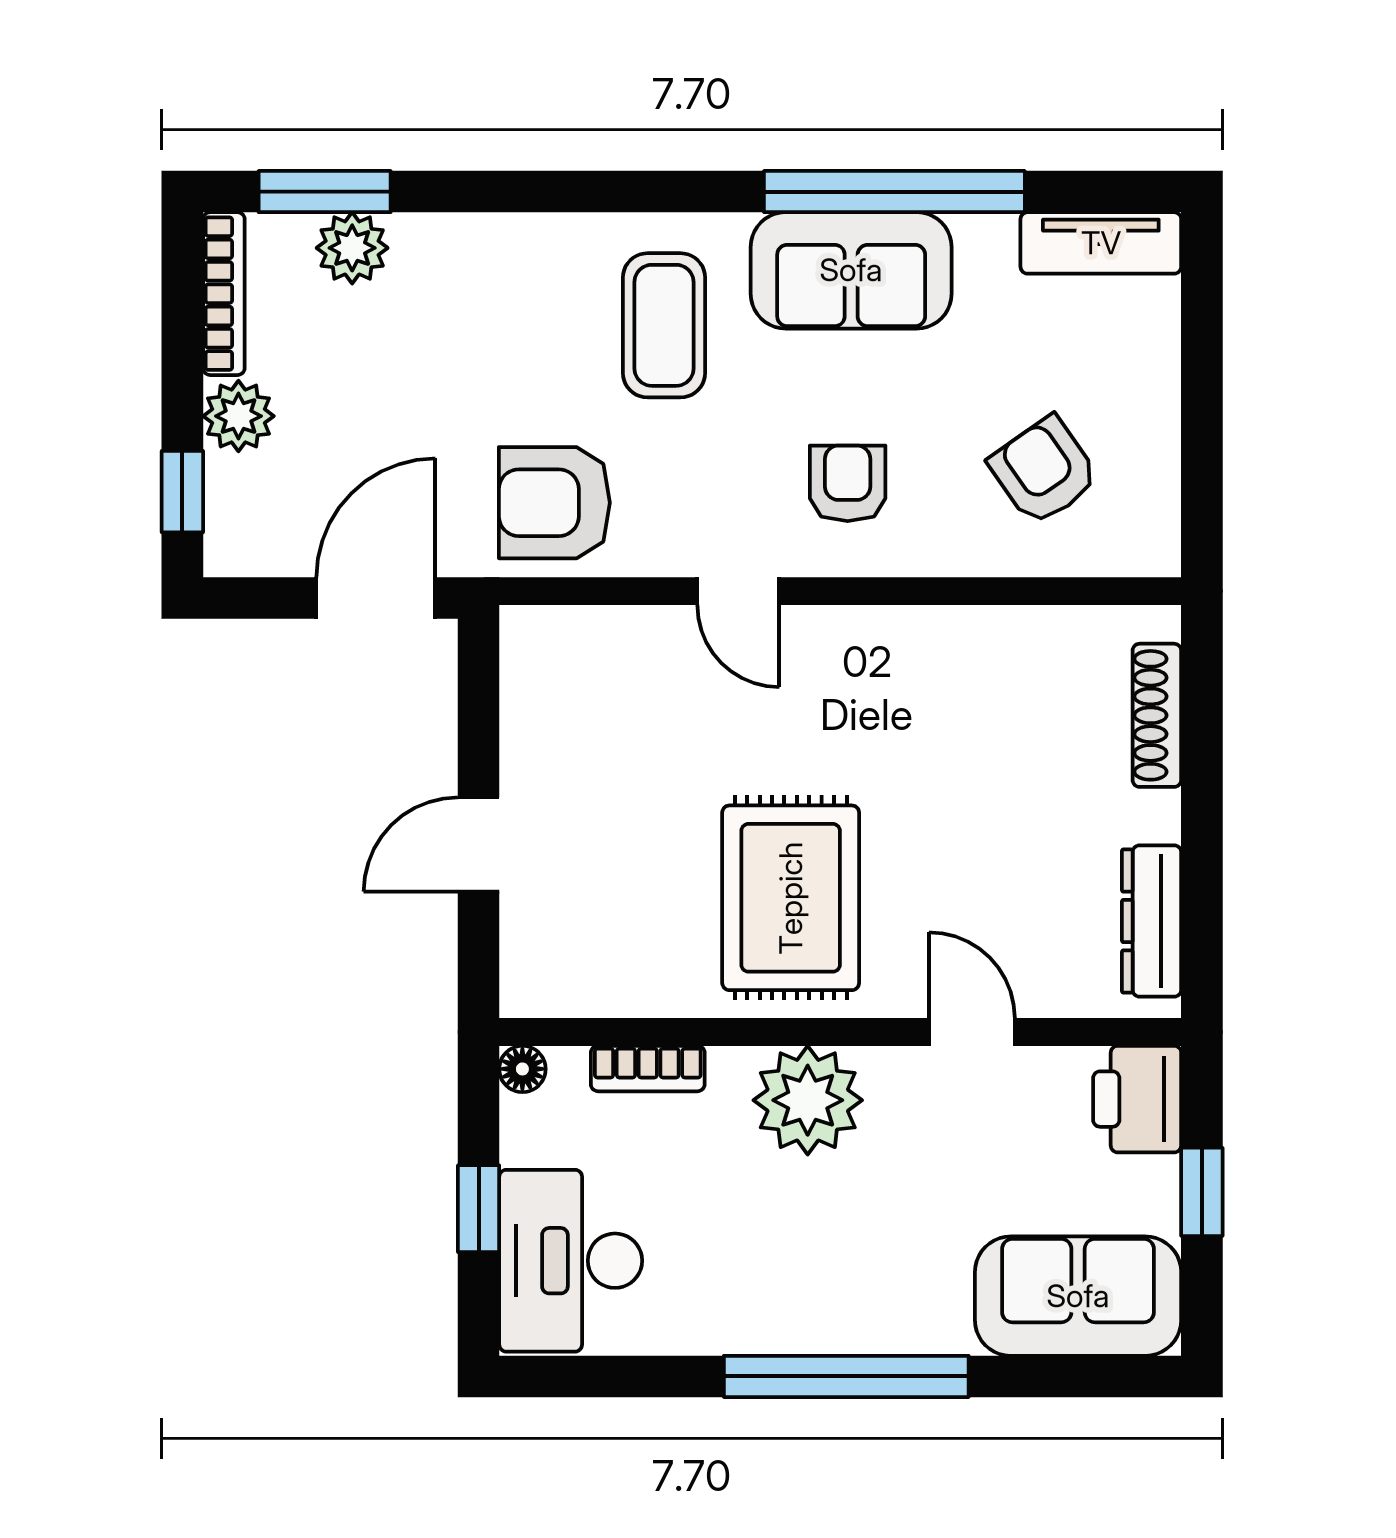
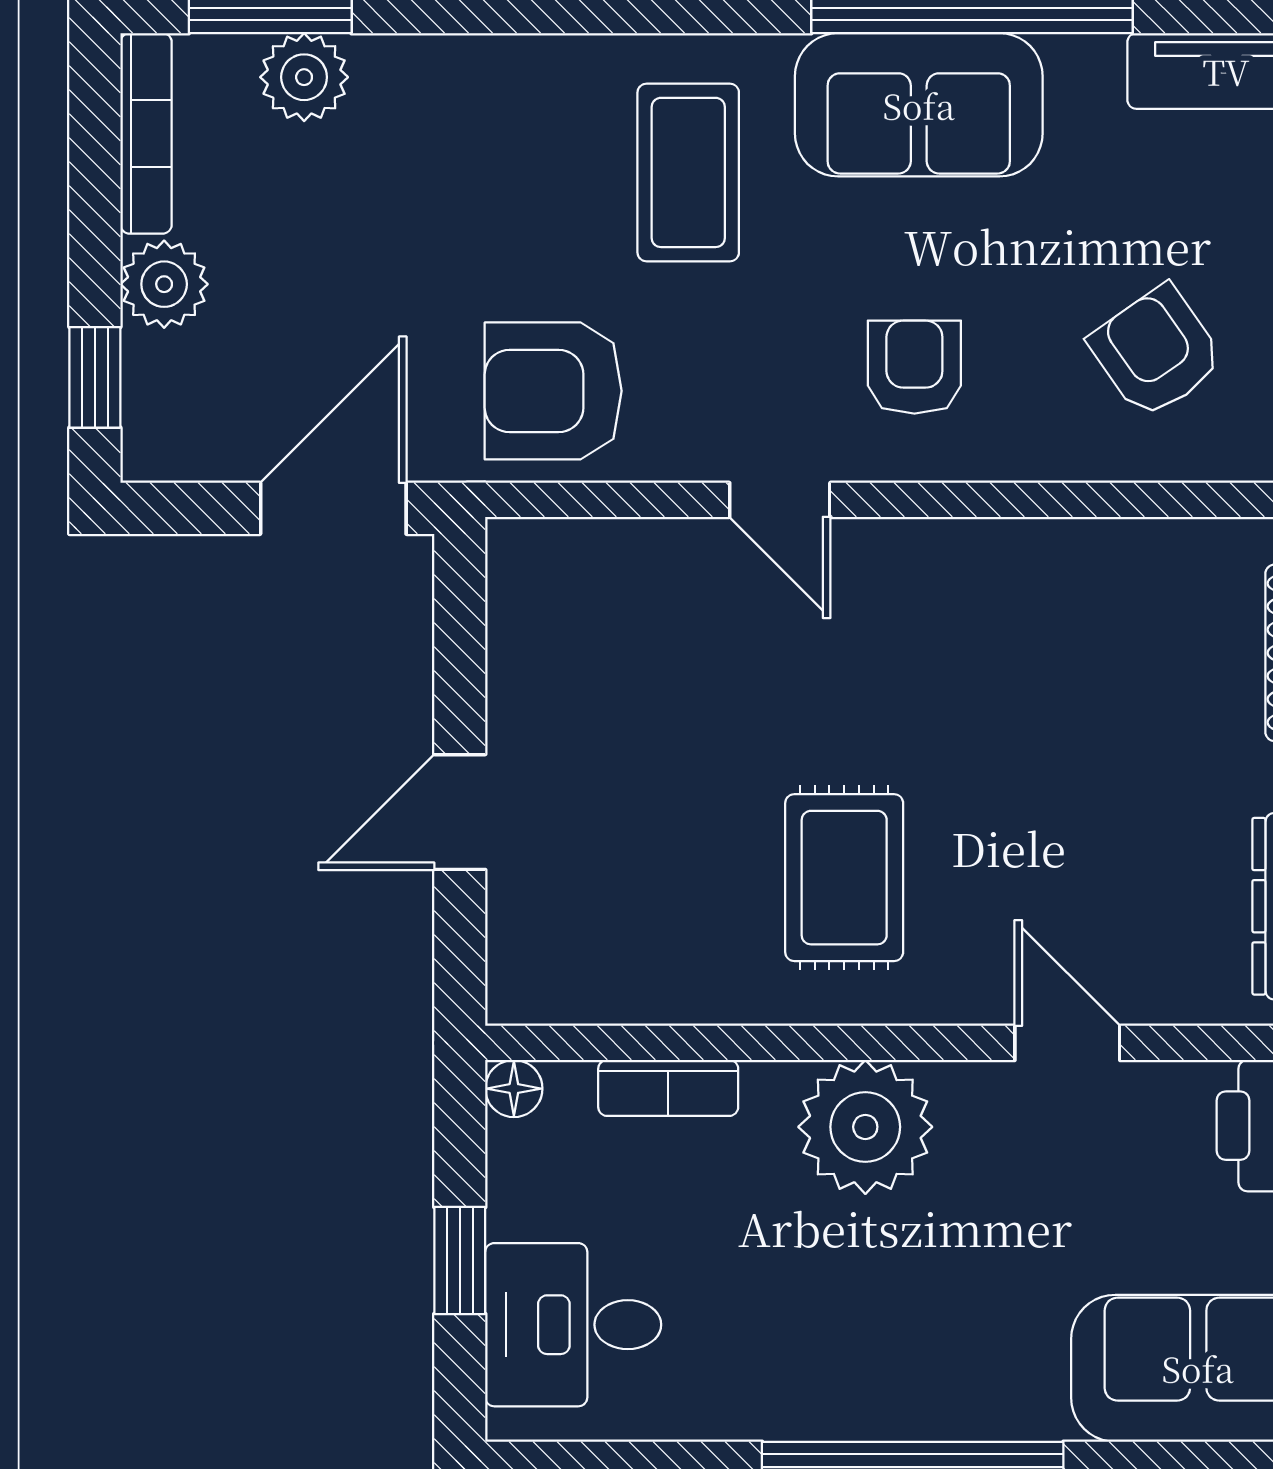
rug: (791, 898) -> (844, 878), width x0.73, depth x0.70
desk: (571, 1261) -> (573, 1325), width x0.73

